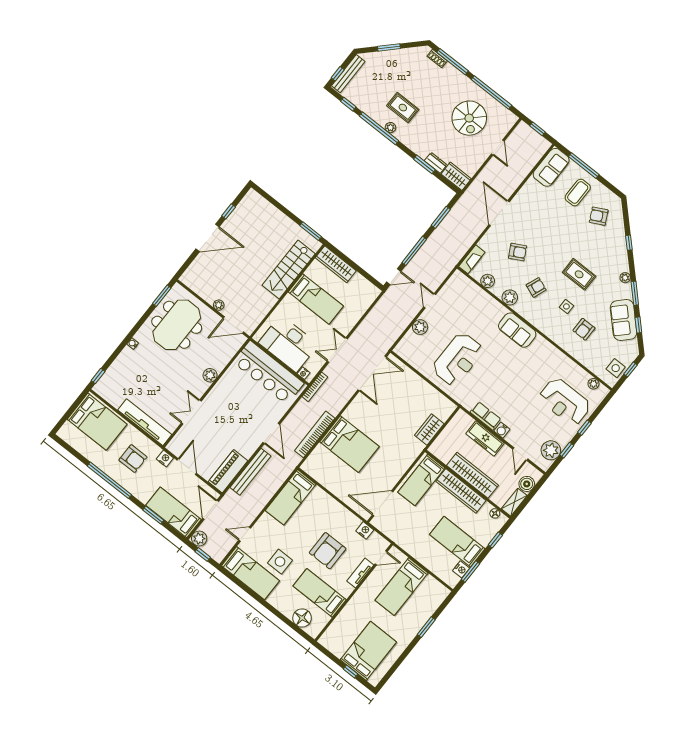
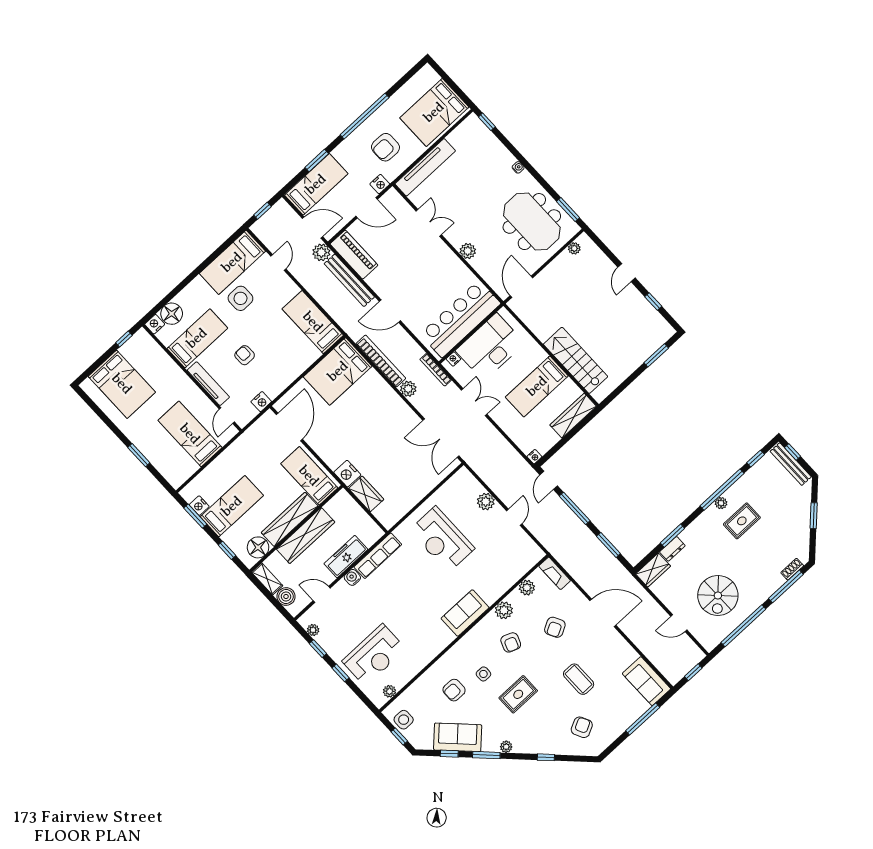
spiral stairs: (469, 118) -> (718, 595), turned -90
coffee table: (578, 193) -> (579, 679), moved
window: (311, 231) -> (656, 355), moved
door: (208, 238) -> (626, 273), width x0.53
nightstand: (376, 292) -> (534, 457), added
door: (430, 301) -> (514, 517), hinge flipped
plant: (219, 305) -> (574, 248), moved
armchair: (584, 329) -> (454, 690), turned -90
reception desk: (565, 402) -> (374, 655), turned 180
plant: (335, 408) -> (408, 389), added
row of seats: (486, 416) -> (378, 556), width x1.48
bed: (349, 444) -> (338, 371), moved
nightstand: (415, 448) -> (347, 474), added
plant: (551, 450) -> (313, 630), width x0.53, depth x0.53
floor lamp: (495, 513) -> (258, 547), width x1.89, depth x1.89
plant: (199, 539) -> (321, 252), moved
armchair: (328, 551) -> (245, 355), width x0.53, depth x0.53
tv unit: (360, 573) -> (208, 384), width x1.41
nightstand: (313, 631) -> (155, 324), added
window: (351, 672) -> (124, 339), moved

